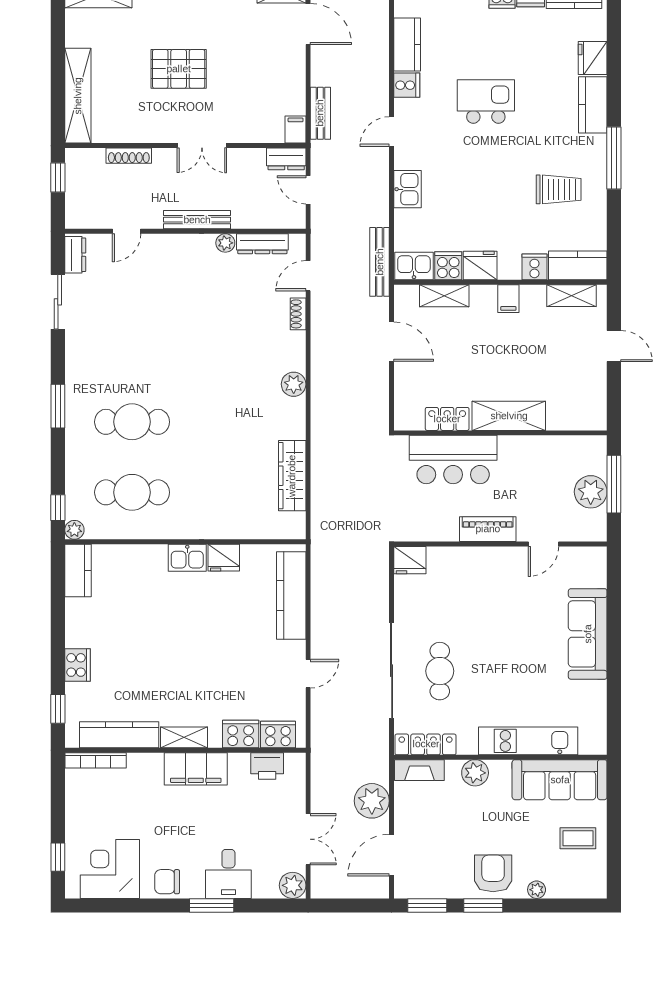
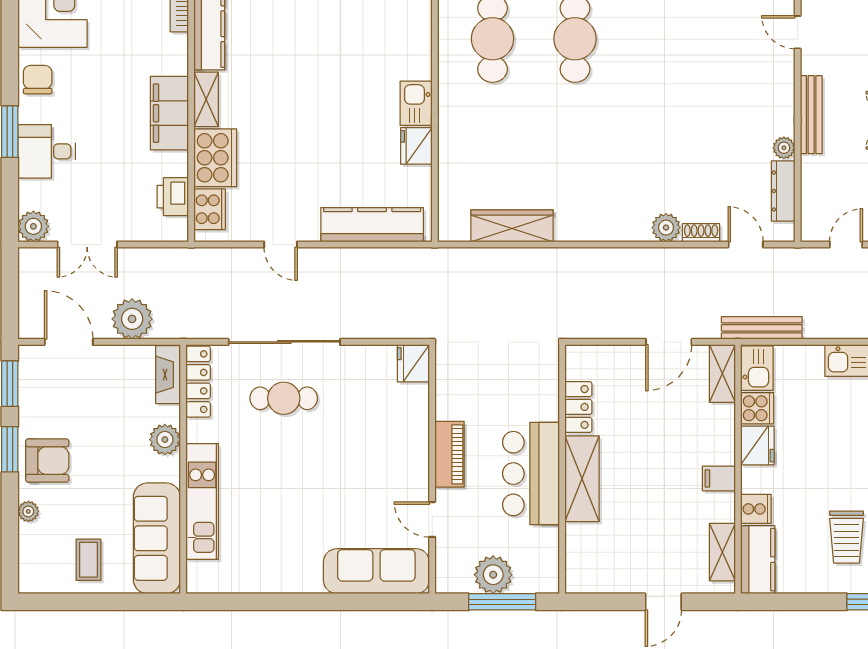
shelving: (444, 296) -> (722, 373), moved
plant: (294, 384) -> (666, 228), moved
bar counter: (453, 459) -> (531, 474), moved
sofa: (588, 634) -> (376, 571), moved
cooker: (241, 734) -> (215, 158), width x1.37, depth x1.31

